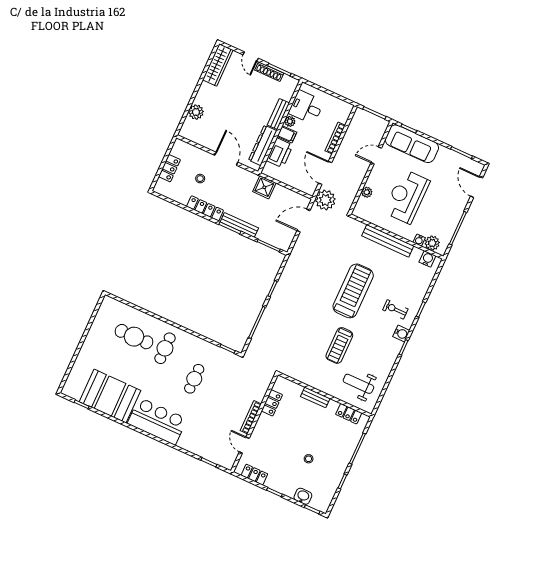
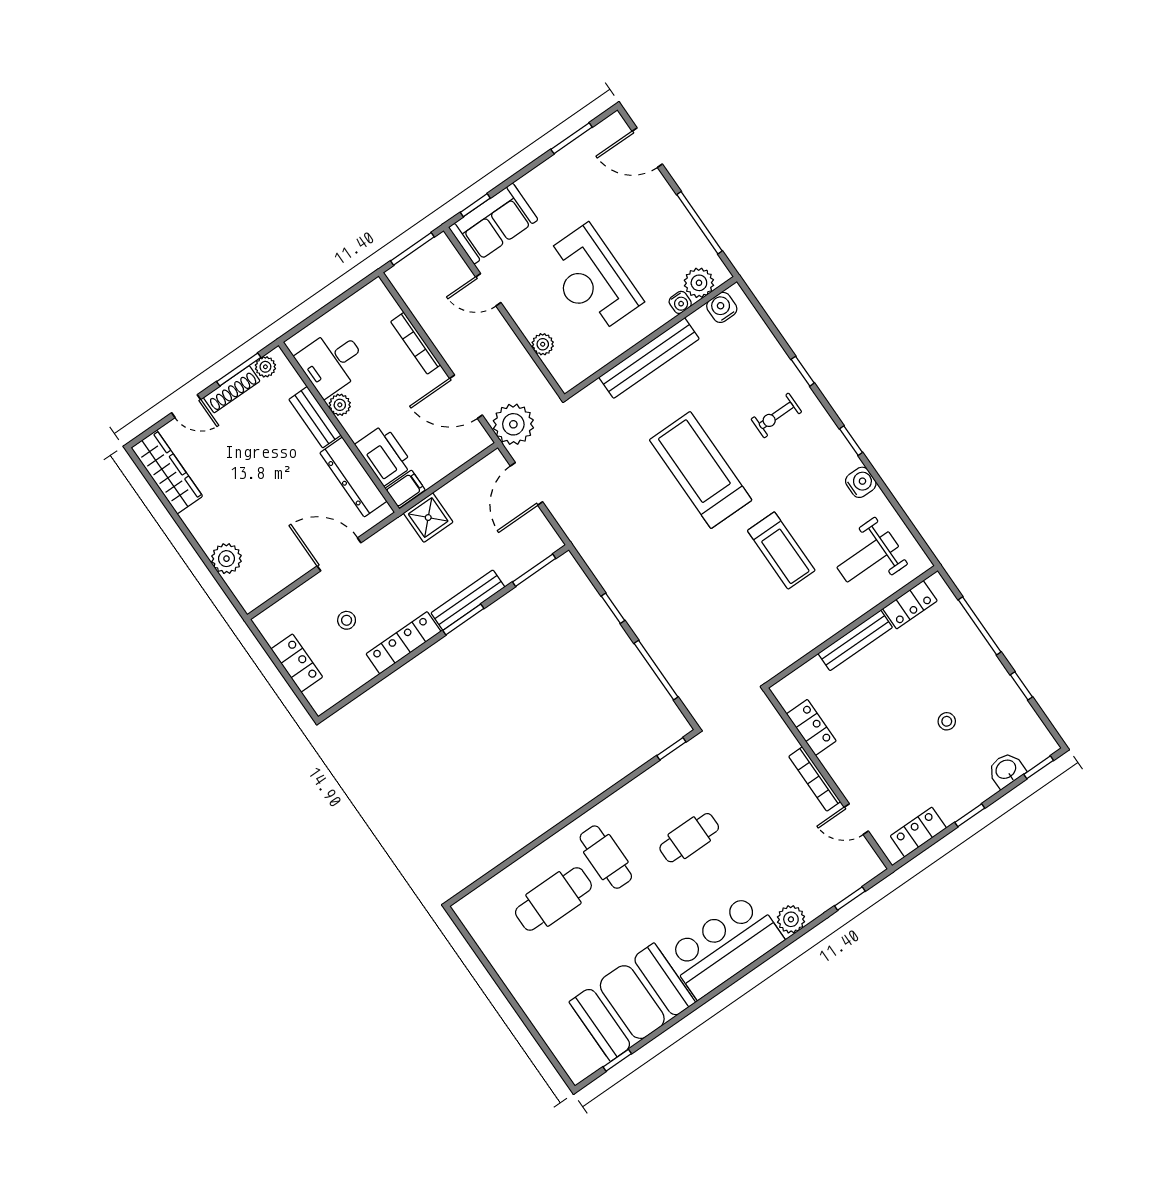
plant: (287, 80) -> (265, 367), added
filing cabinet: (287, 134) -> (405, 489), moved
sofa: (412, 144) -> (493, 223), width x0.73
door: (376, 155) -> (488, 290), hinge flipped
water cooler: (401, 334) -> (861, 482), moved
cafe table: (194, 379) -> (689, 838), turned 90
bench: (315, 397) -> (855, 640), width x1.36
plant: (185, 443) -> (791, 919), added

